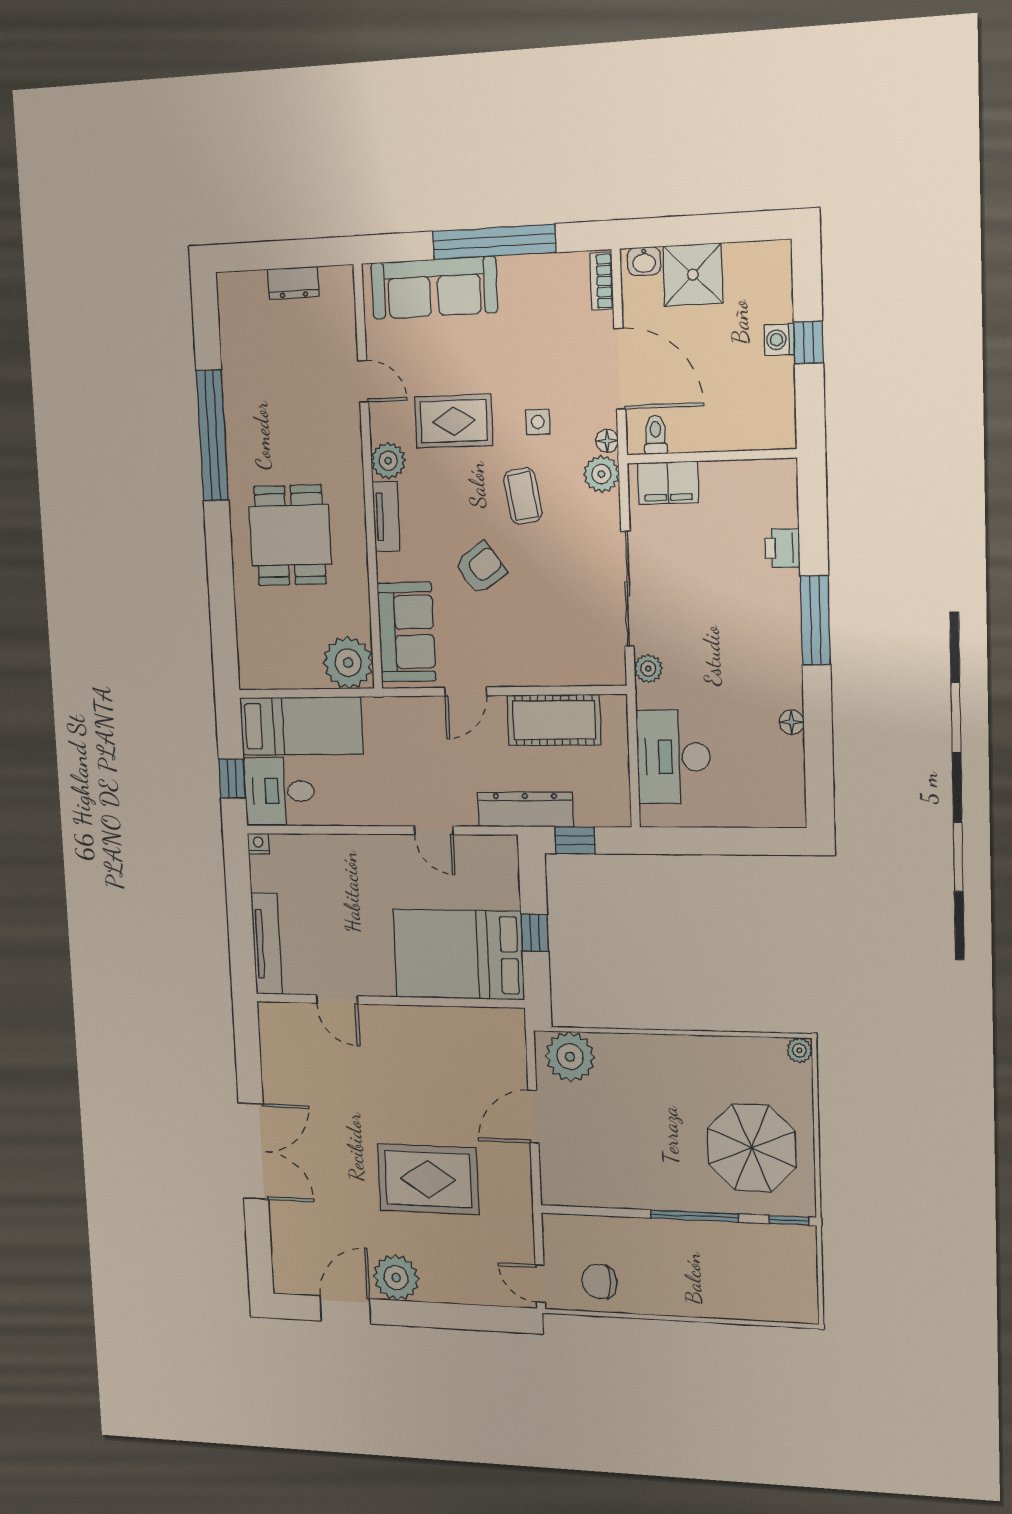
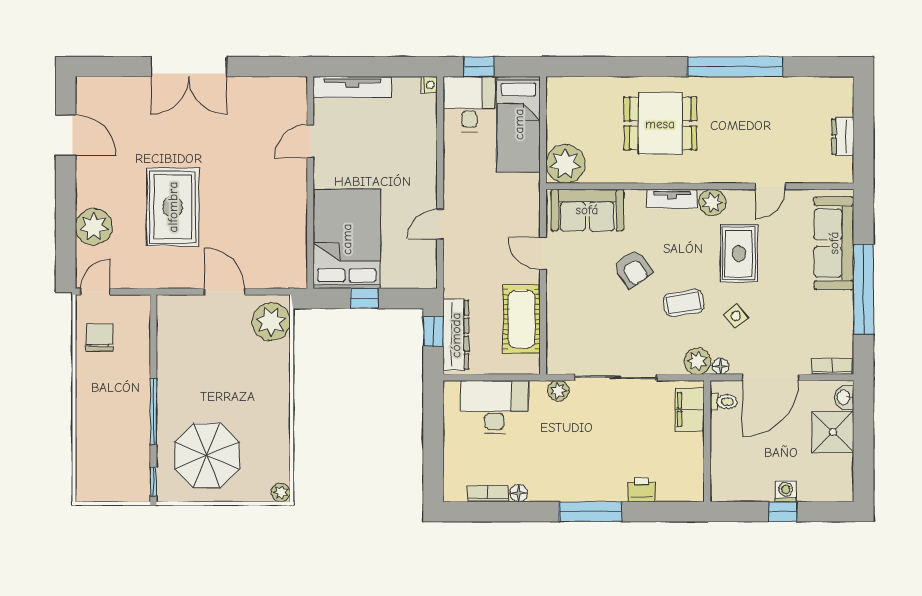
side table: (538, 422) -> (736, 316), turned -38
bookcase: (794, 766) -> (488, 494), added
dresser: (525, 810) -> (456, 335), moved
plant: (396, 1278) -> (94, 227), moved

